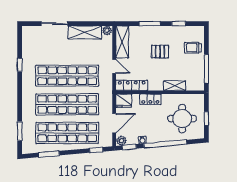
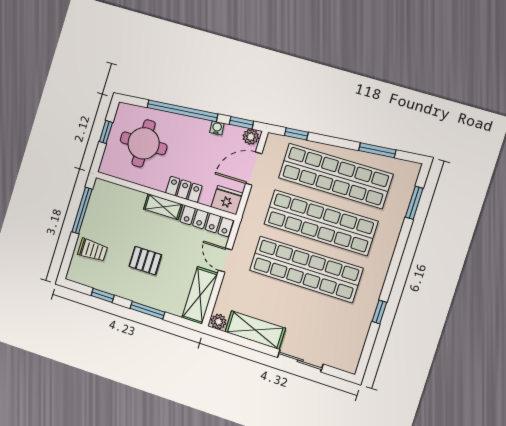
shelving: (175, 86) -> (163, 207), moved

